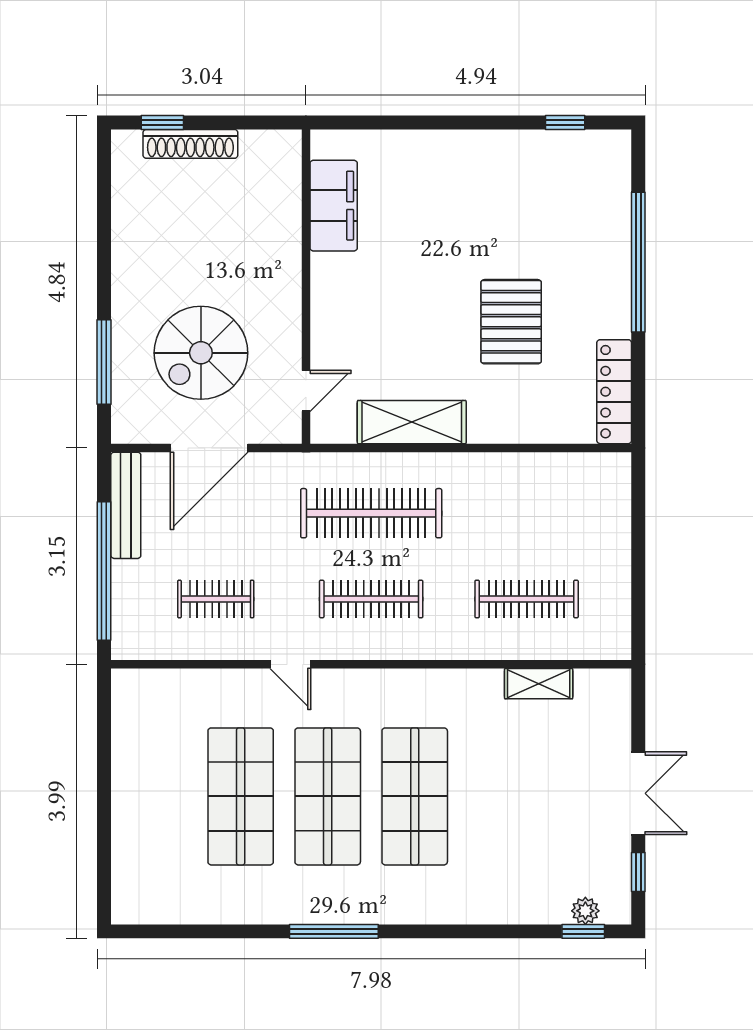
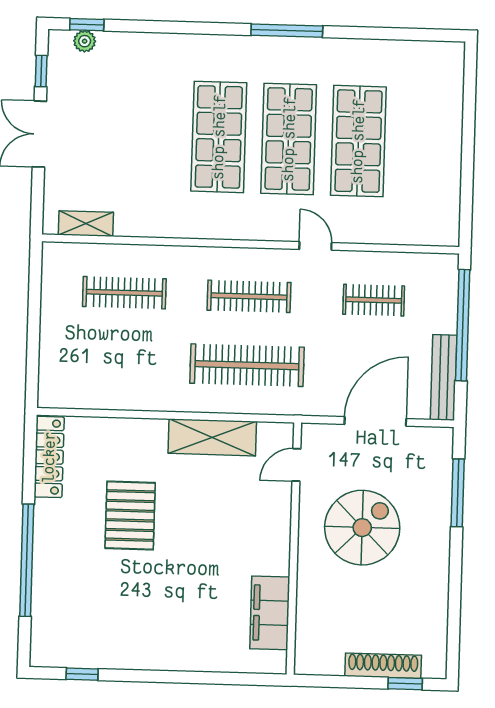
spiral stairs: (201, 353) -> (362, 528), moved
shelving: (539, 684) -> (86, 224), moved

